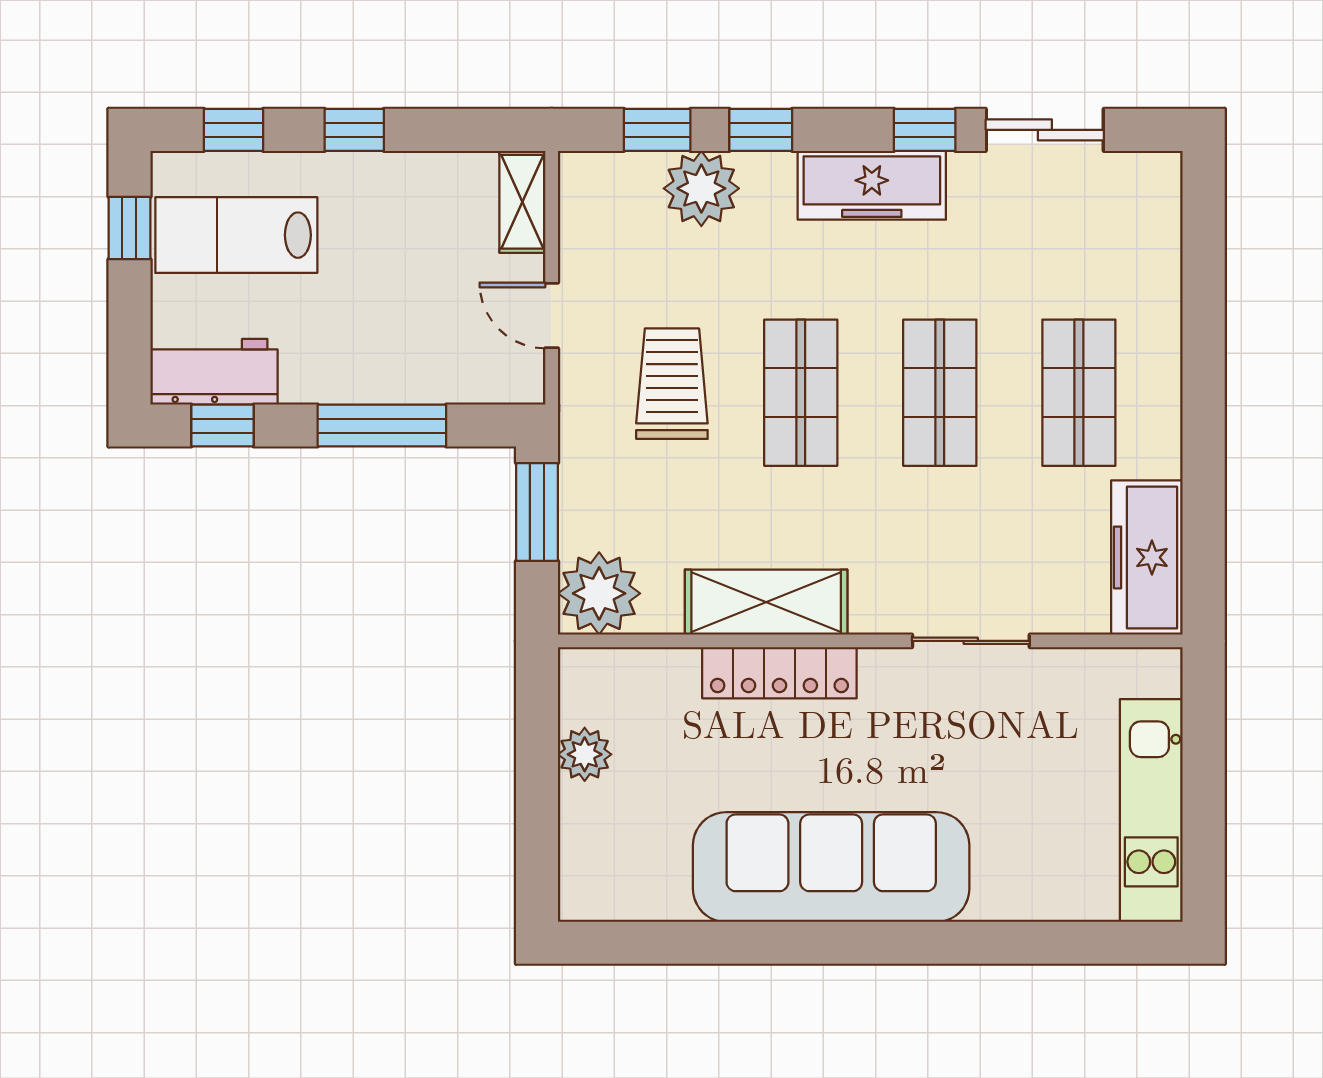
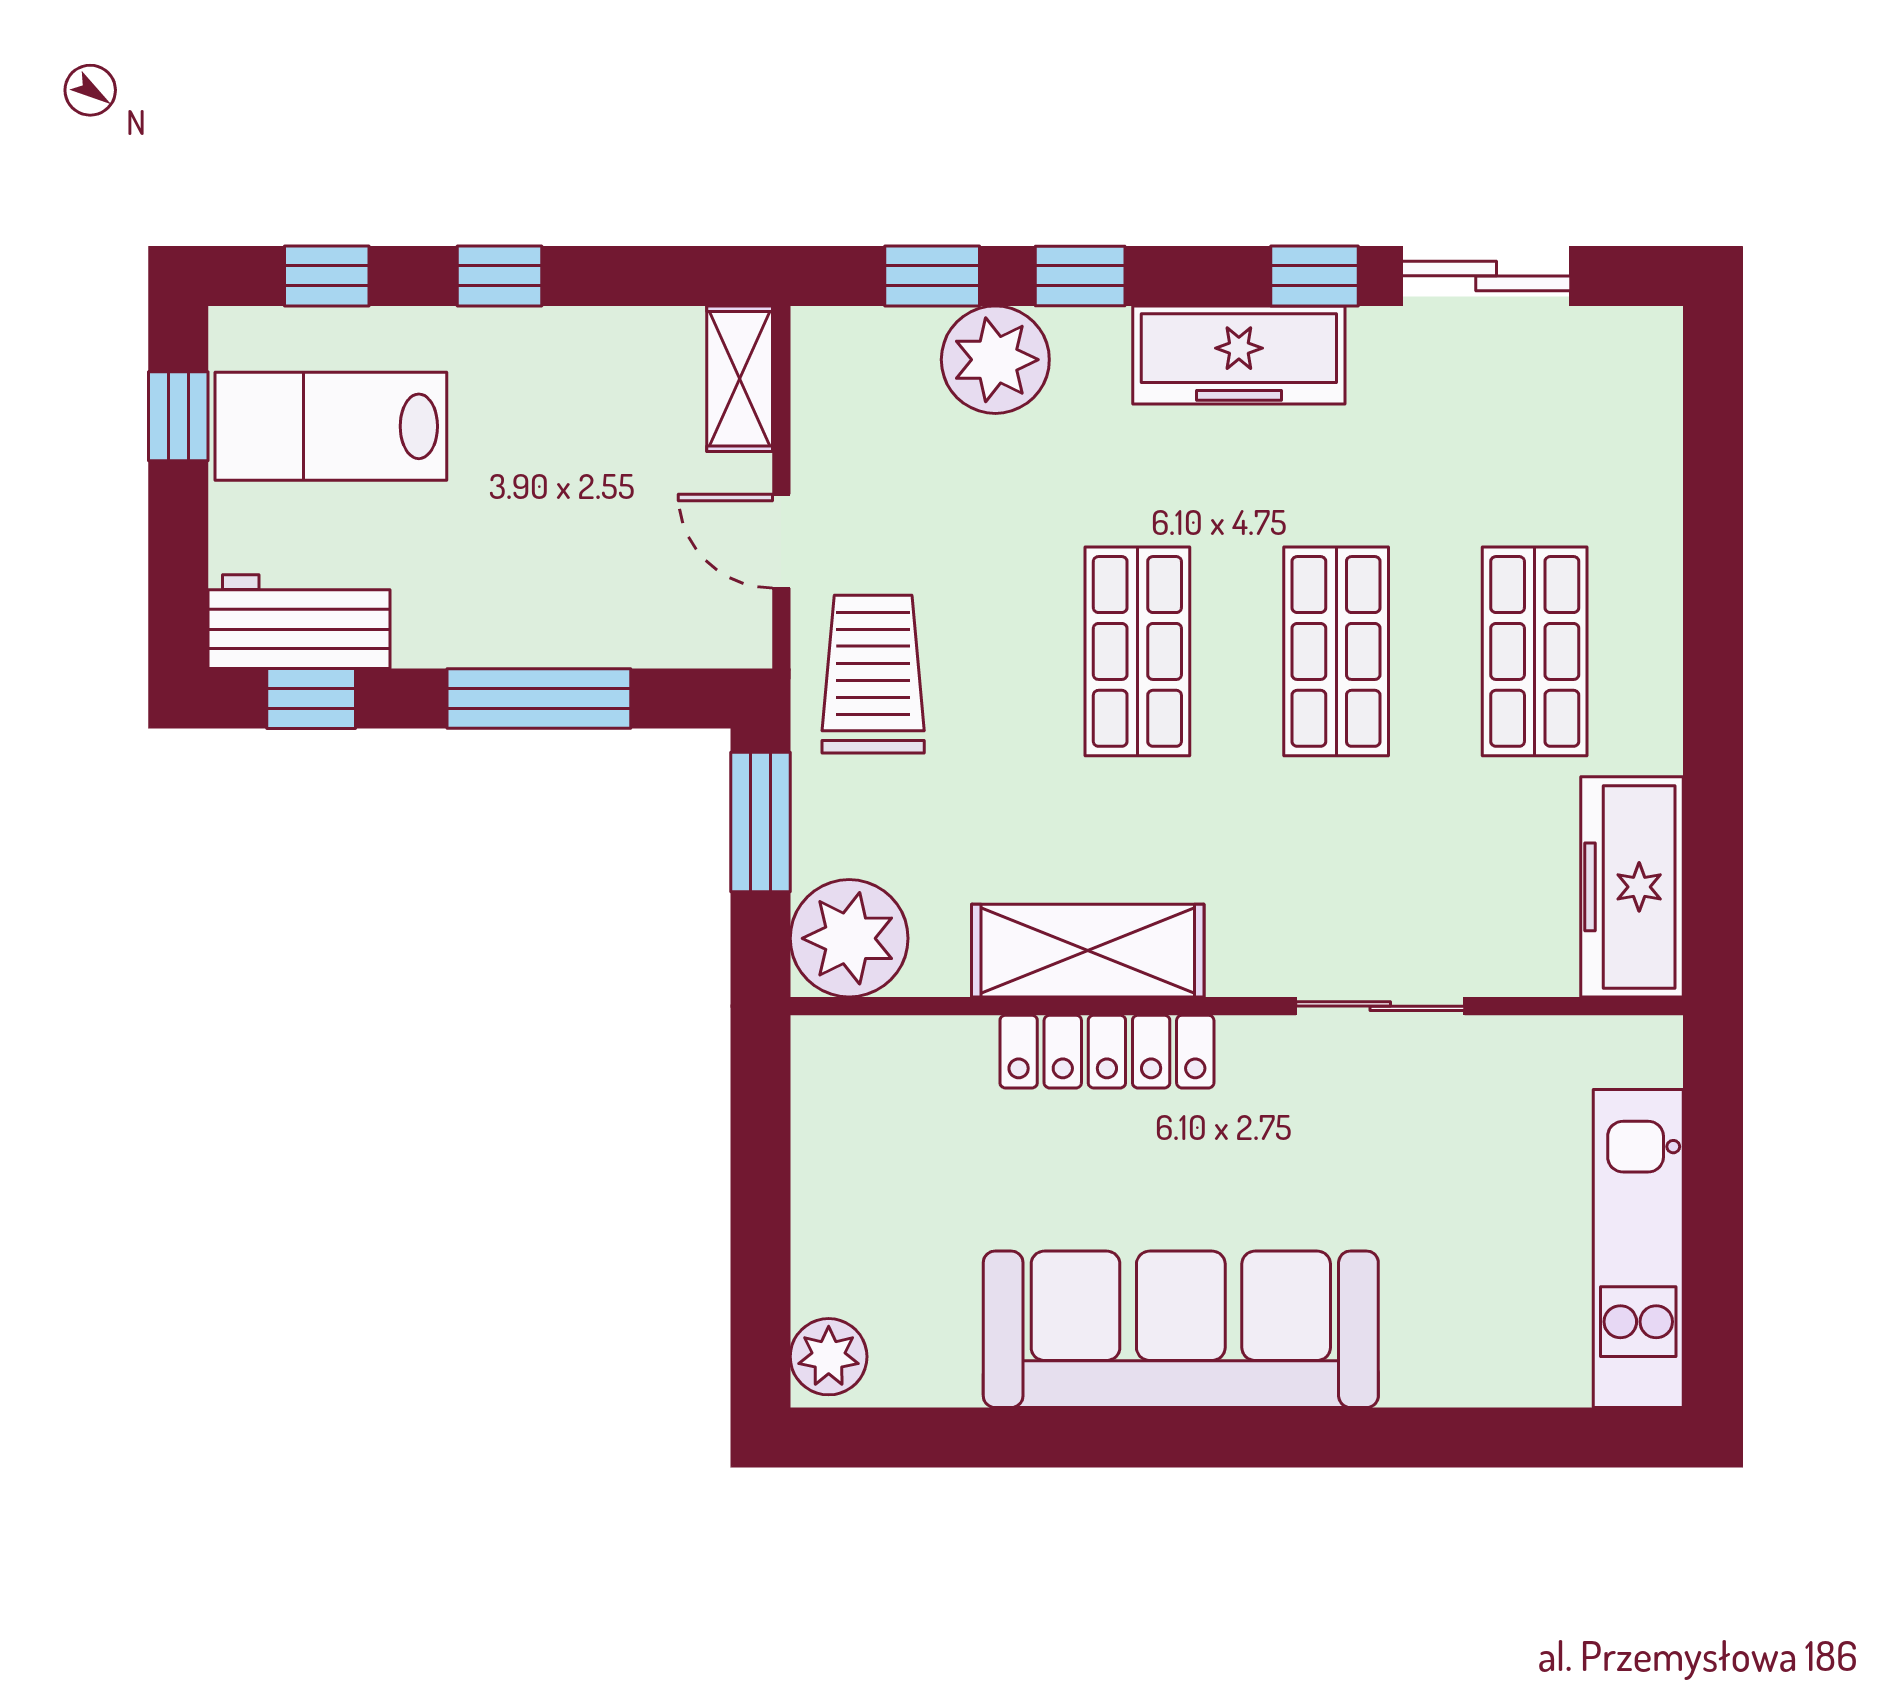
trolley: (672, 384) -> (873, 674), moved
plant: (585, 754) -> (829, 1357), moved

